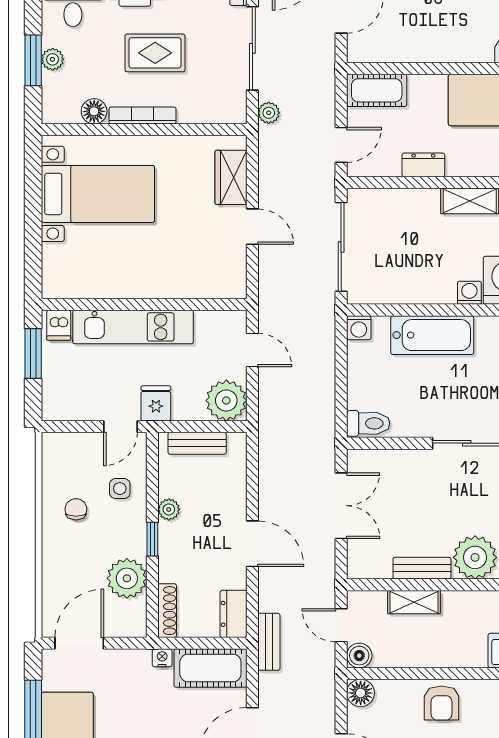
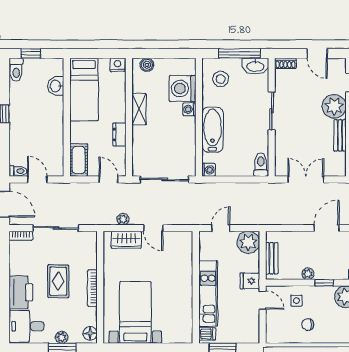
floor lamp: (94, 111) -> (90, 333), moved
plant: (269, 113) -> (123, 219), moved
door: (252, 227) -> (153, 228), swing flipped

